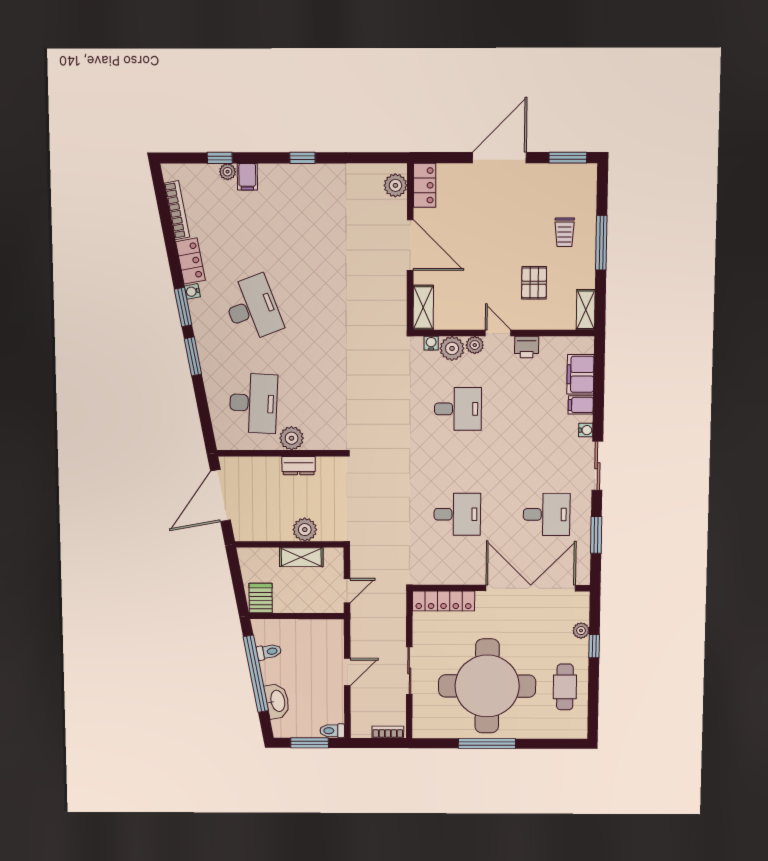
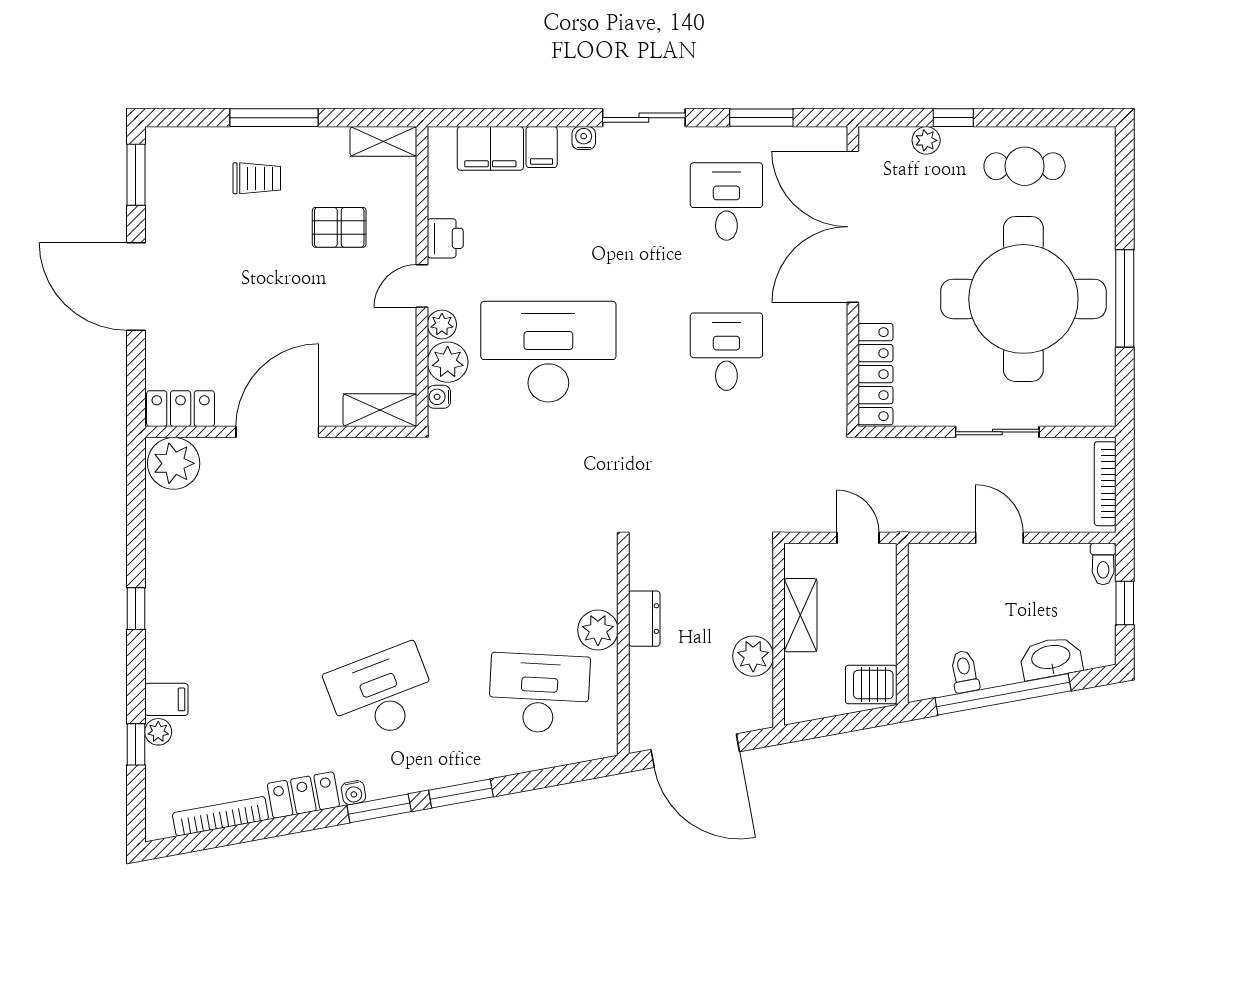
plant: (395, 185) -> (174, 463), width x1.36, depth x1.36
desk: (458, 409) -> (548, 352), width x1.87, depth x1.30
plant: (305, 530) -> (753, 656), moved
bookcase: (388, 732) -> (1105, 484), width x1.56
window: (310, 743) -> (1125, 603), width x0.67

